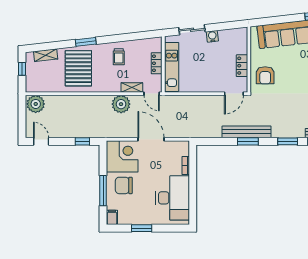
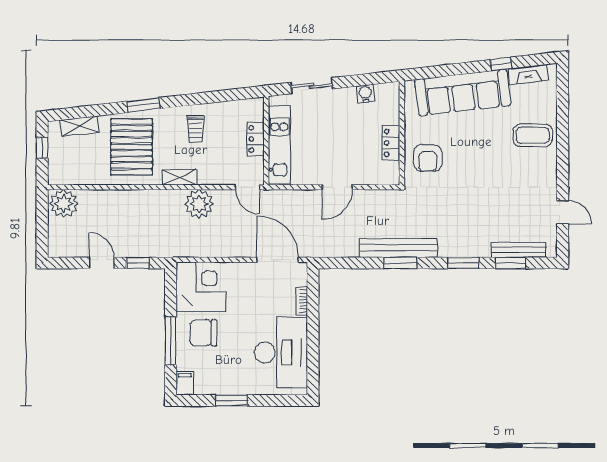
water cooler: (212, 36) -> (365, 94), moved
shelving: (132, 87) -> (179, 177), moved
door: (234, 94) -> (337, 187), moved
door: (151, 139) -> (278, 260), moved
door: (41, 141) -> (102, 263), moved

